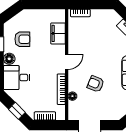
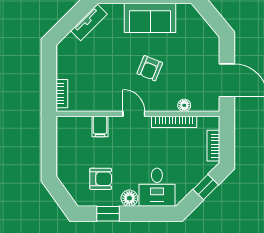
filing cabinet: (58, 33) -> (100, 126), width x0.50
armchair: (22, 39) -> (101, 179), turned 90
armchair: (96, 84) -> (150, 68), moved

